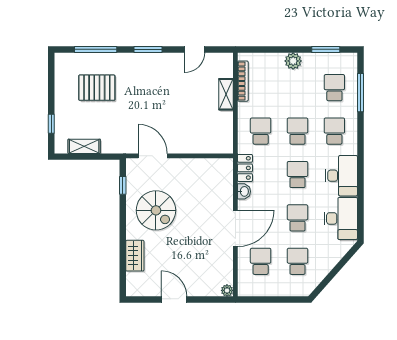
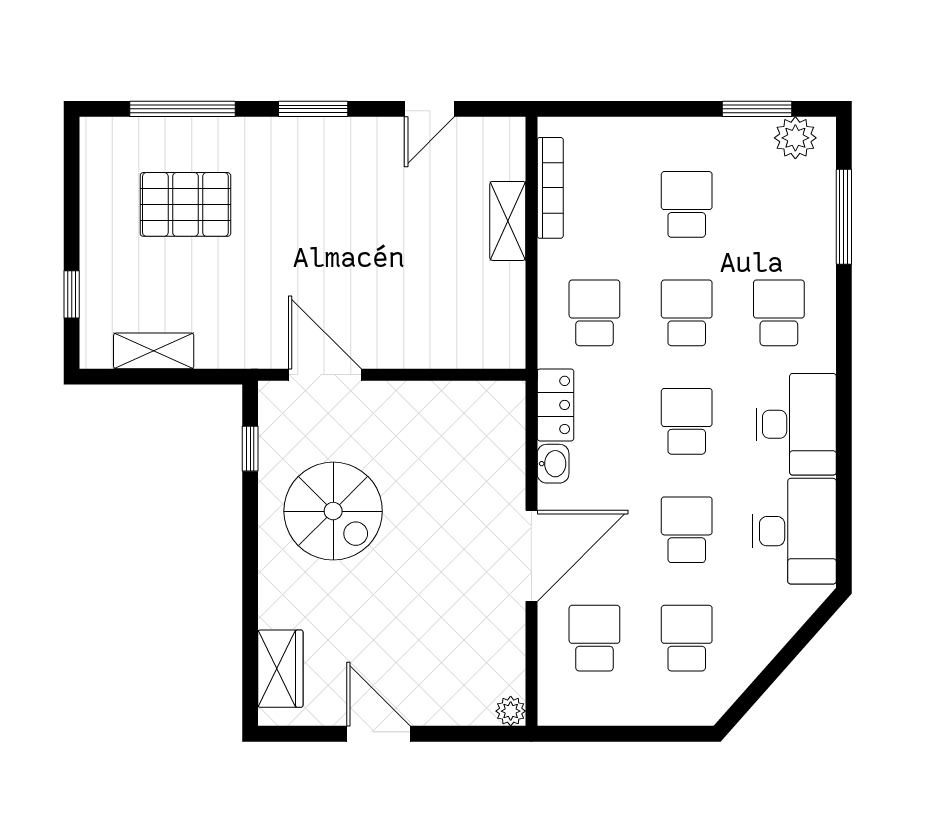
plant: (293, 61) -> (795, 138), moved
school desk: (334, 88) -> (687, 204), moved
wardrobe: (135, 256) -> (280, 669), moved

